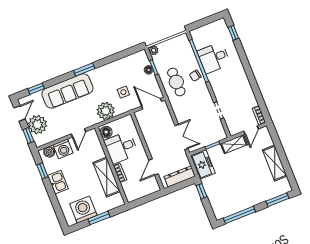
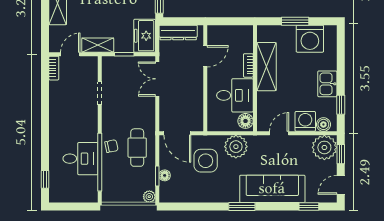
side table: (123, 92) -> (206, 161), width x1.87, depth x1.87
plant: (37, 125) -> (324, 147), moved

